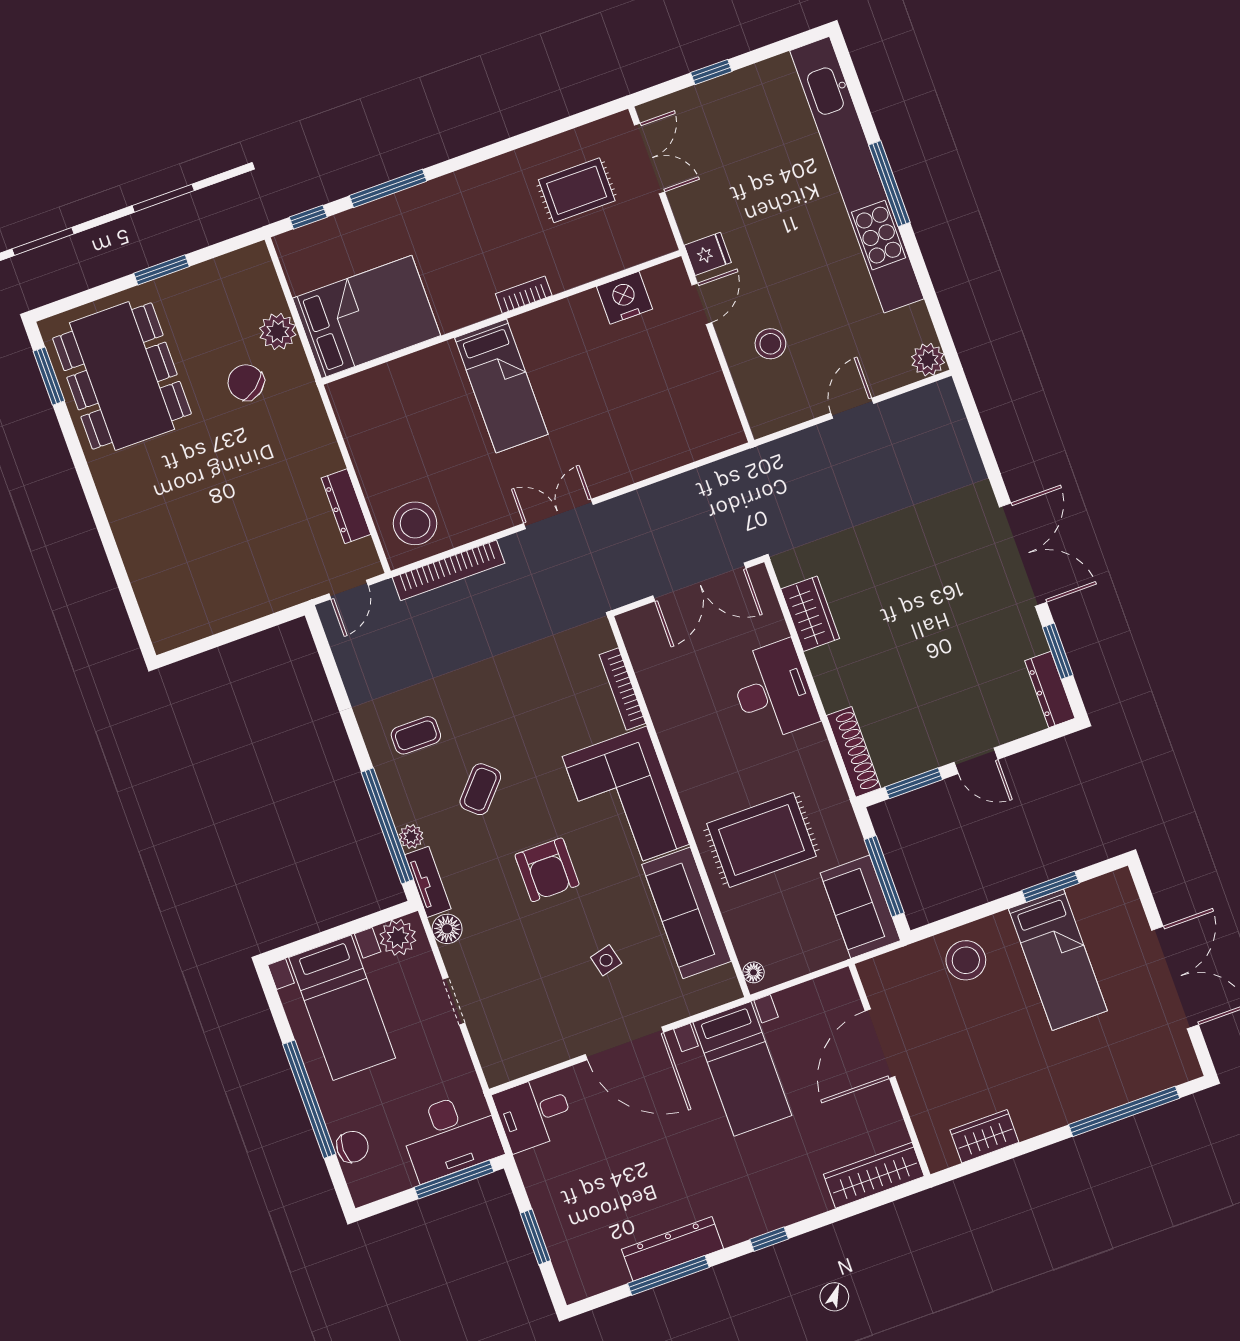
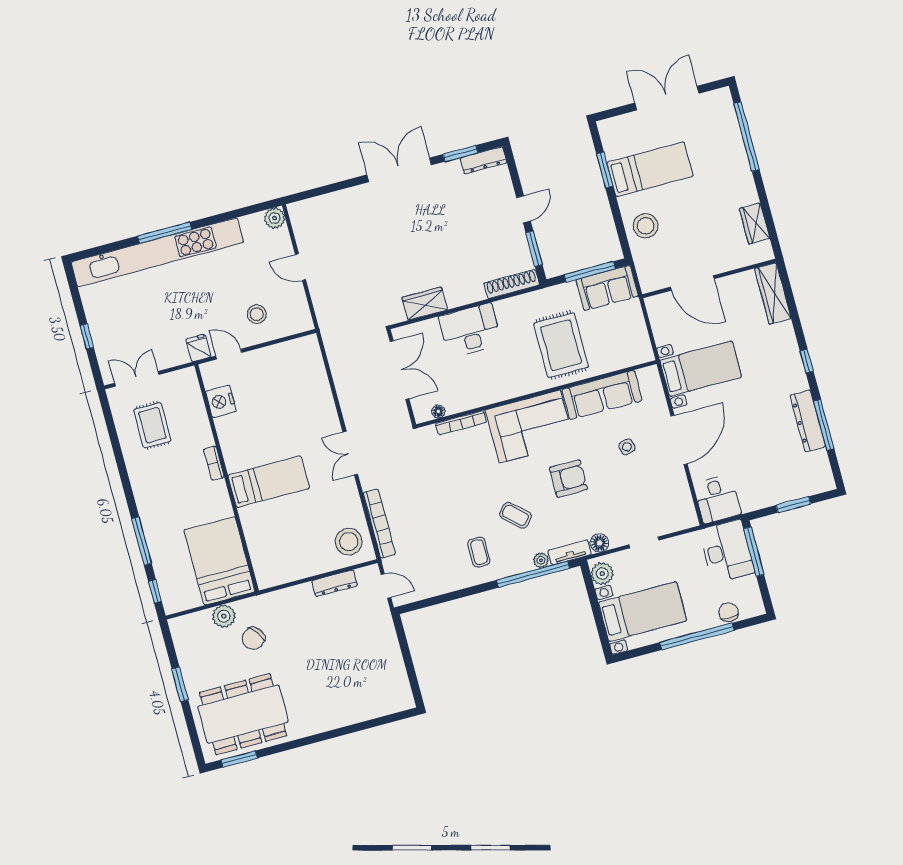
floor lamp: (753, 972) -> (438, 412), moved

